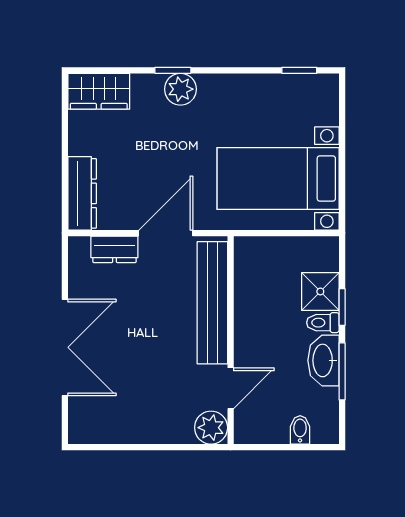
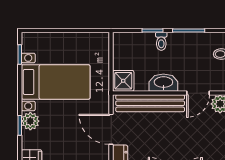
bed with nightstands: (278, 178) -> (56, 82), moved, turned -90
shower: (320, 291) -> (123, 81), moved
washbasin: (324, 360) -> (163, 83), moved, turned 180
door: (231, 388) -> (198, 93), swing flipped

